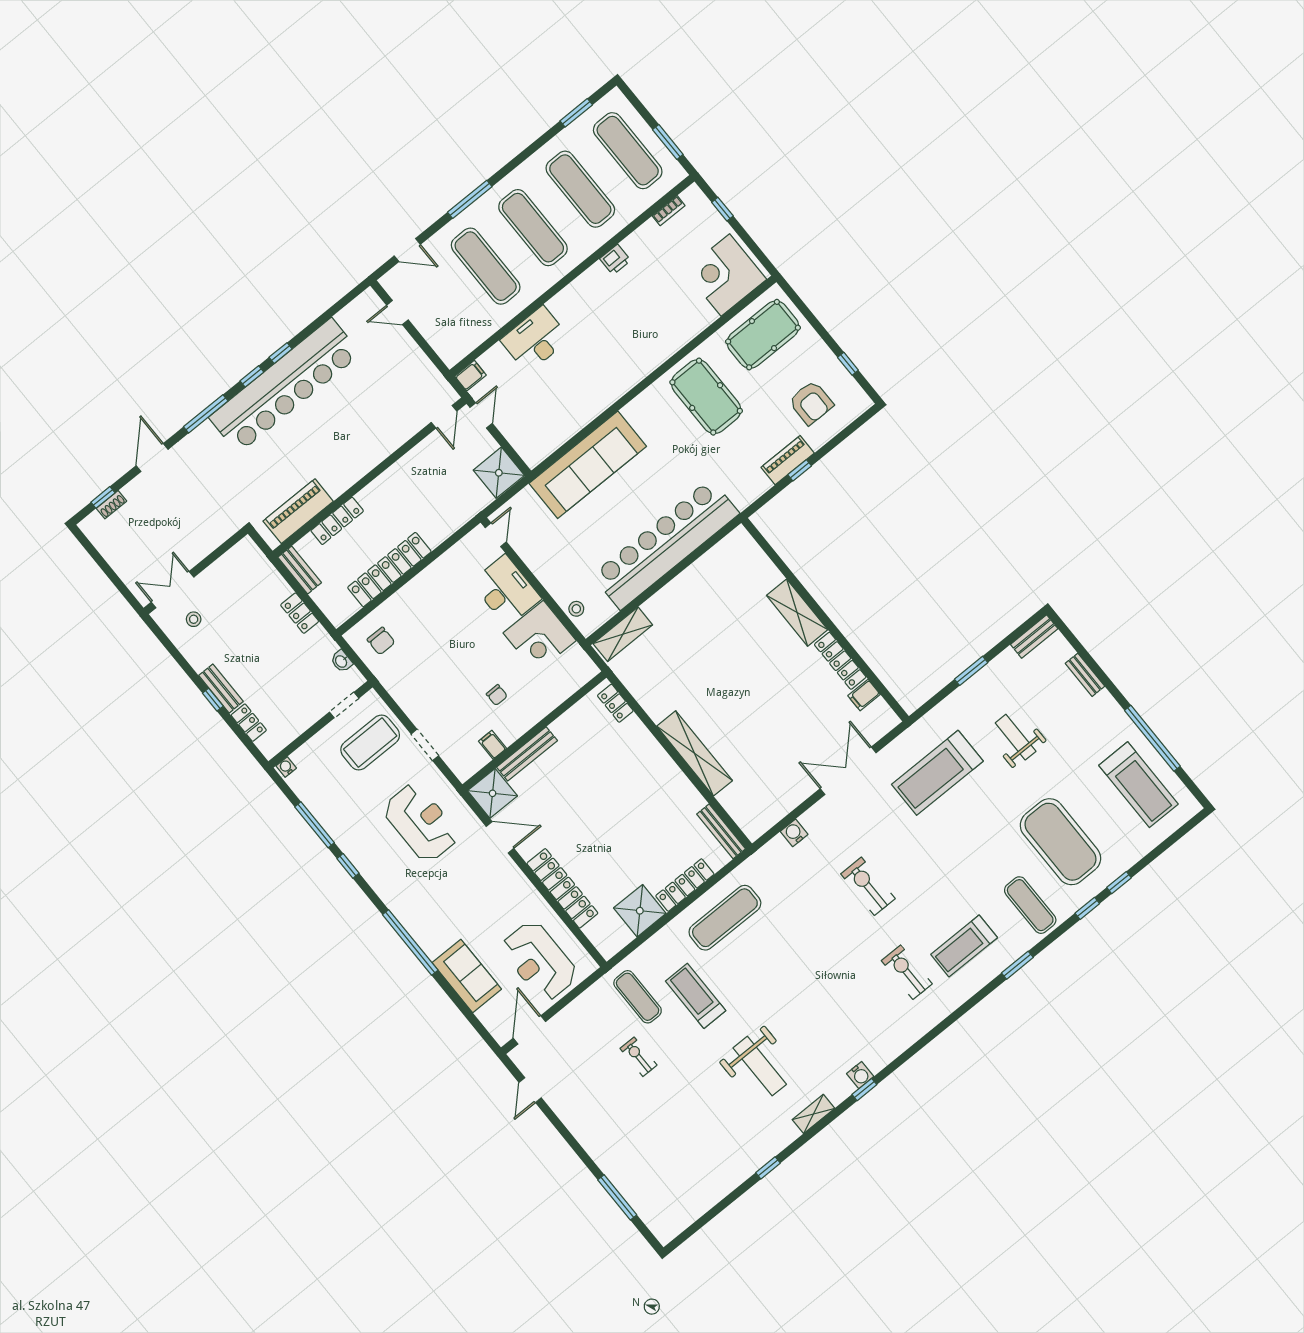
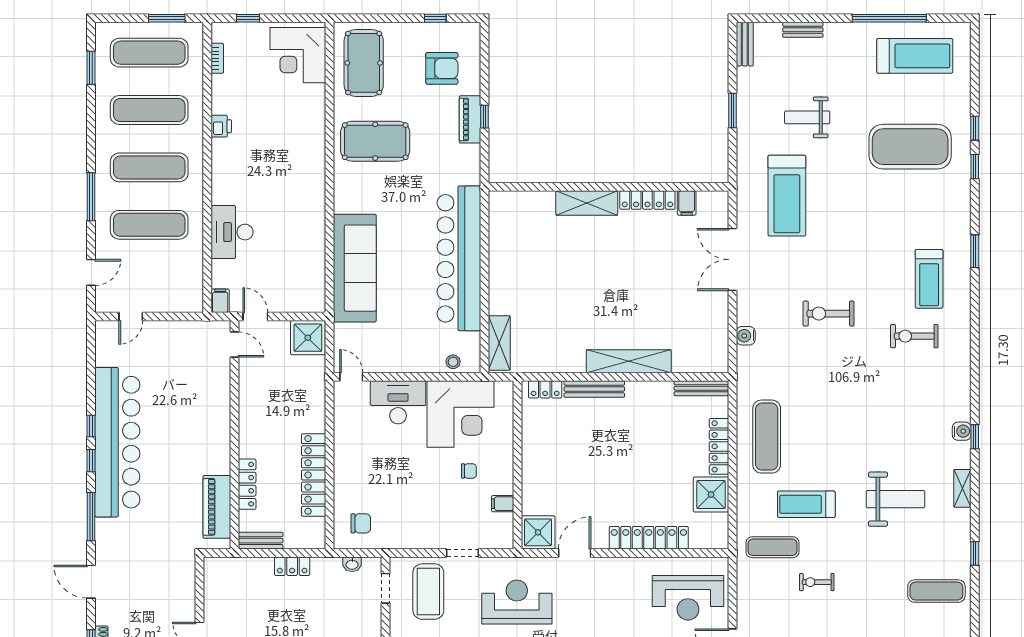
corner desk: (540, 637) -> (461, 414), width x1.36, depth x1.36
bench: (527, 754) -> (594, 389), moved, turned 90
exercise mat: (1030, 905) -> (936, 591), moved

